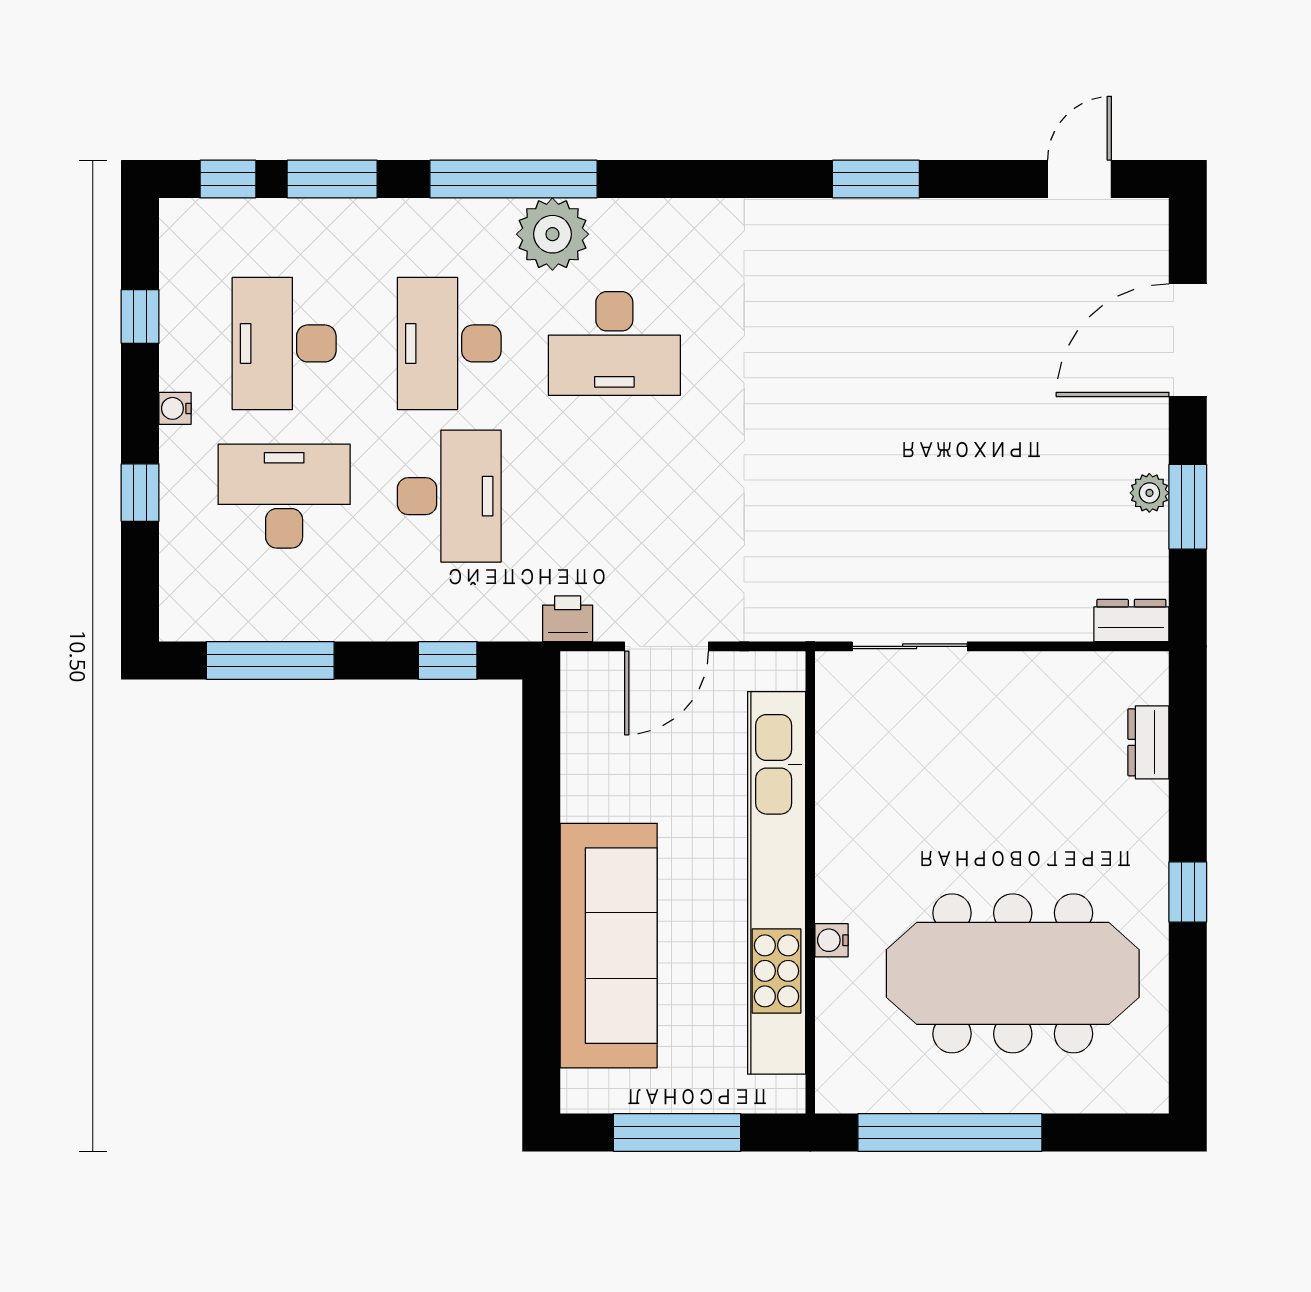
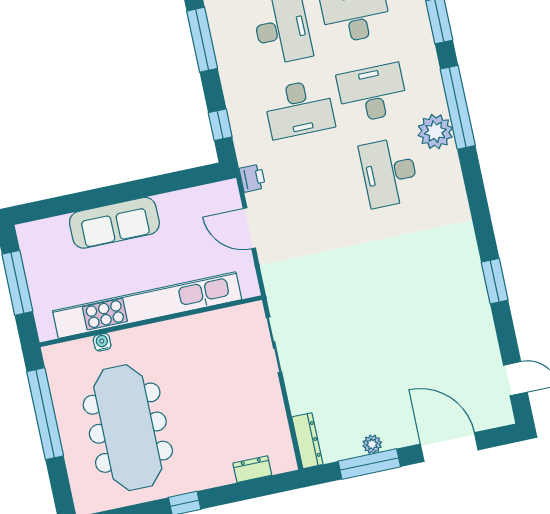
window: (1188, 507) -> (369, 464), width x1.44
dresser: (1131, 620) -> (307, 441), width x1.44
water cooler: (832, 940) -> (102, 342), moved
sofa: (609, 946) -> (114, 223), width x0.74, depth x0.79

